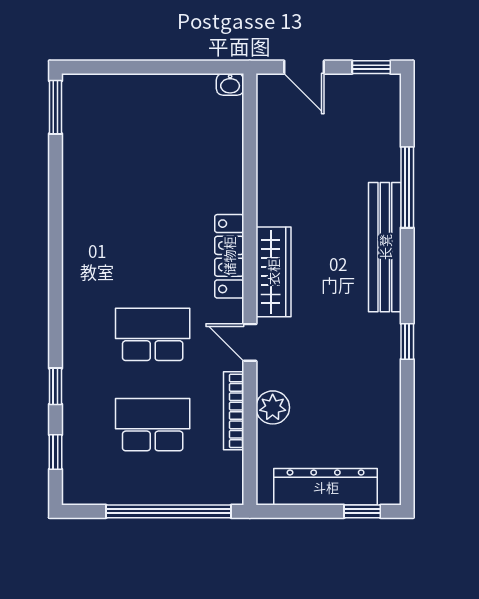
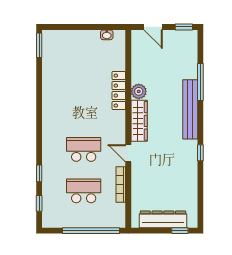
washbasin: (230, 84) -> (107, 35), moved
locker: (229, 256) -> (119, 91), moved
plant: (273, 407) -> (139, 91), moved

